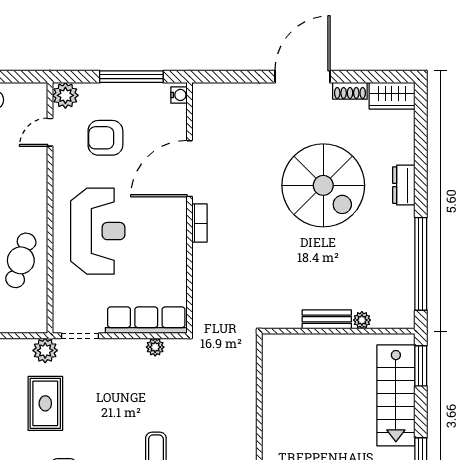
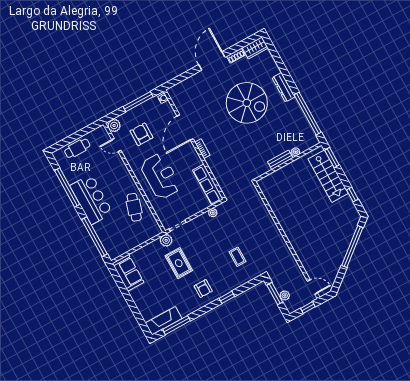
door: (50, 132) -> (116, 145), hinge flipped
armchair: (105, 138) -> (141, 134), turned 90
dresser: (404, 185) -> (284, 87), width x1.44
row of seats: (146, 320) -> (208, 185), moved, turned -90

